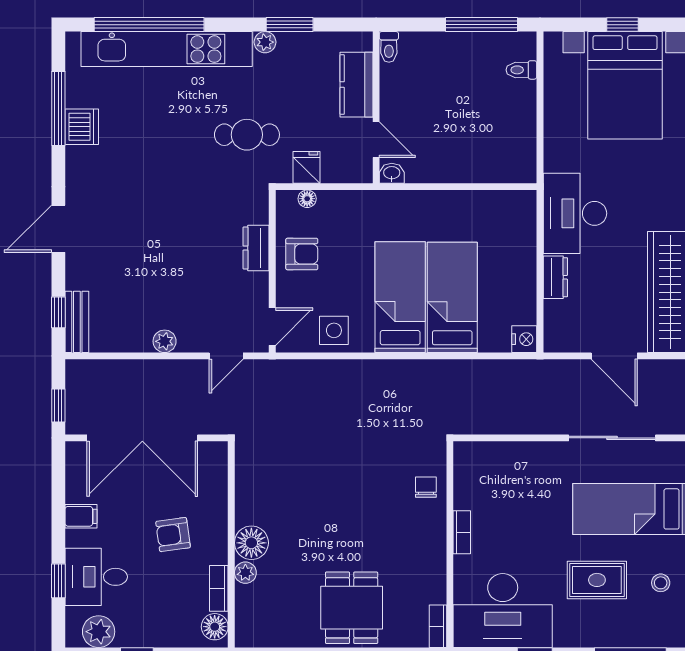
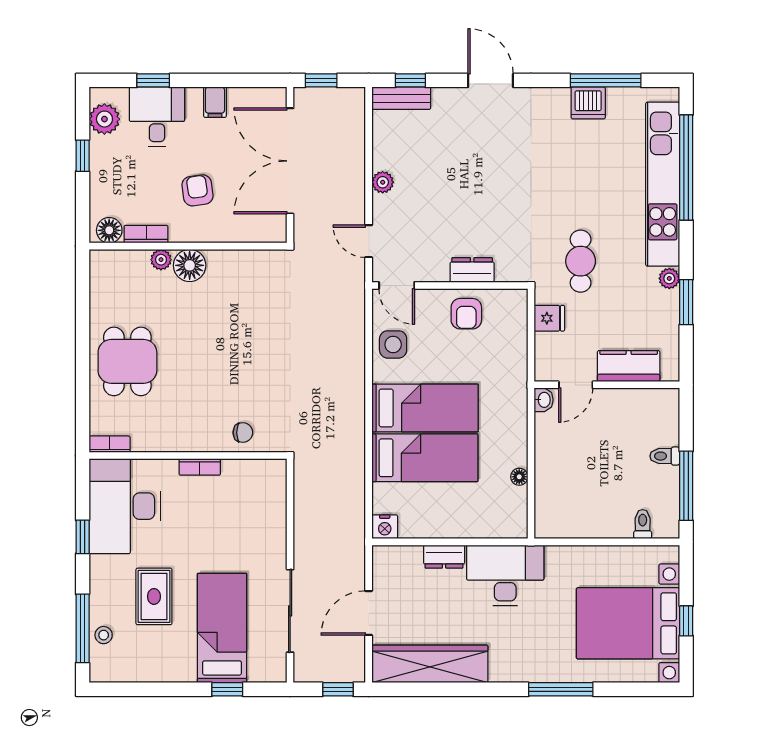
toilet: (389, 47) -> (665, 456), moved
floor lamp: (307, 199) -> (519, 477), moved
stool: (661, 583) -> (104, 635), moved
dining table: (352, 608) -> (127, 361), turned 90

